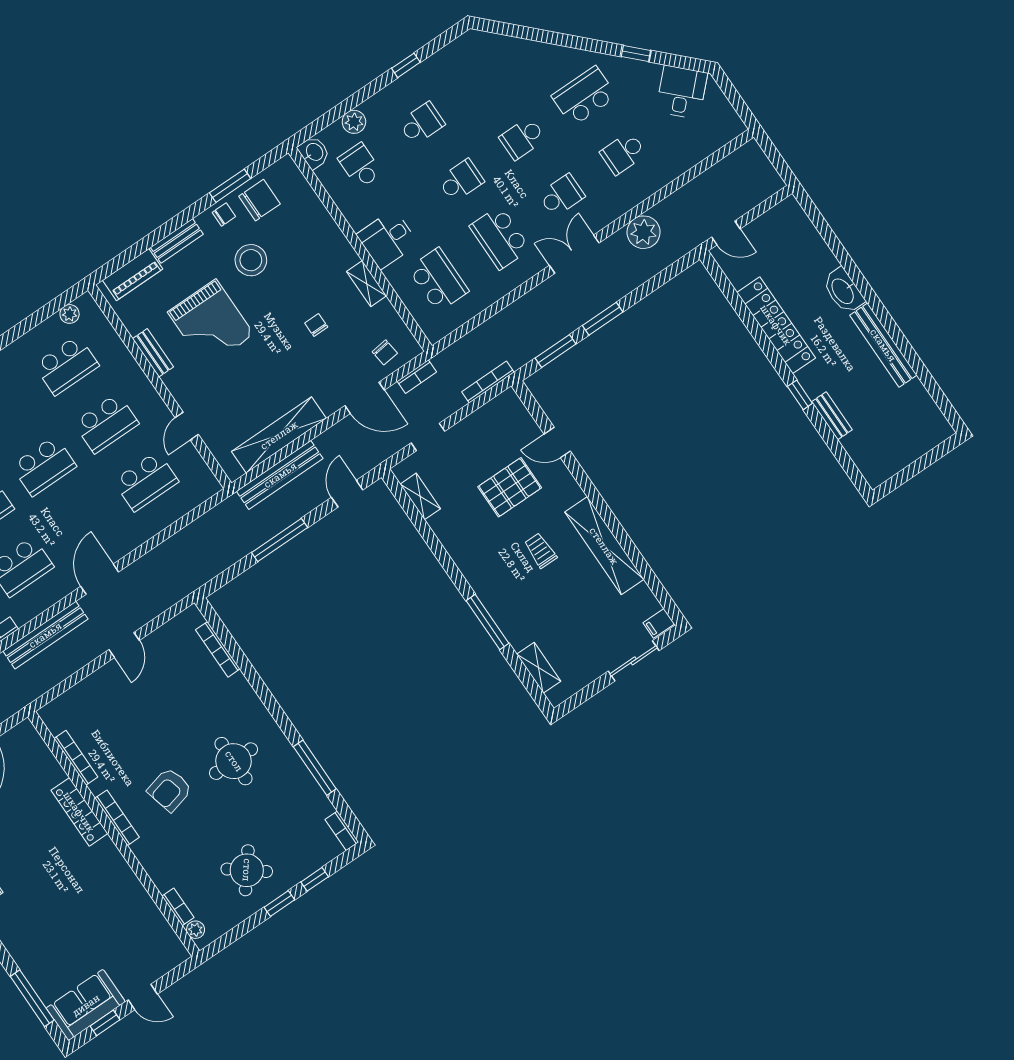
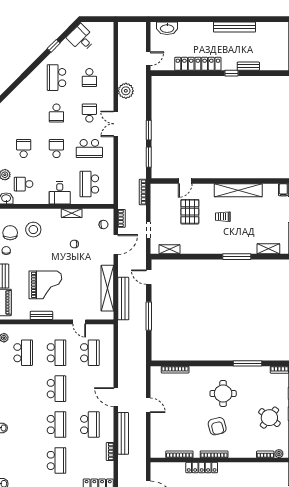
stool: (251, 260) -> (33, 230), moved
school desk: (438, 280) -> (89, 184), turned -90
washbasin: (843, 291) -> (167, 28), moved

